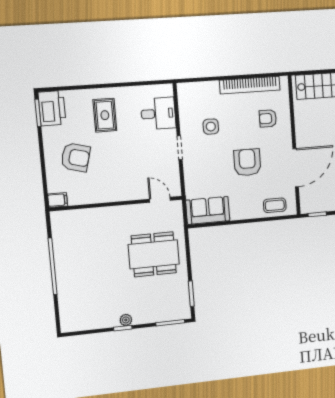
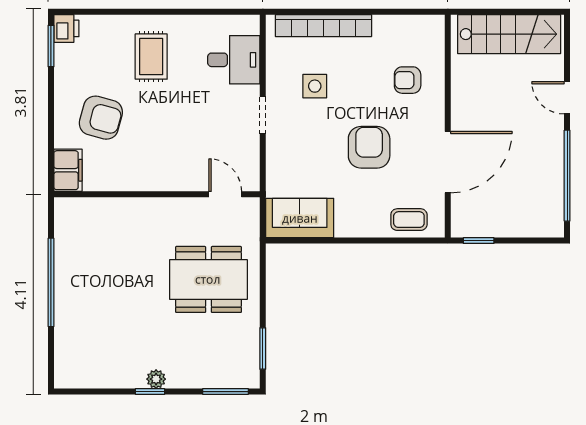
bookcase: (250, 85) -> (323, 26), moved
printer: (52, 108) -> (66, 28), width x0.53, depth x0.68
filing cabinet: (58, 200) -> (68, 170), width x2.00

